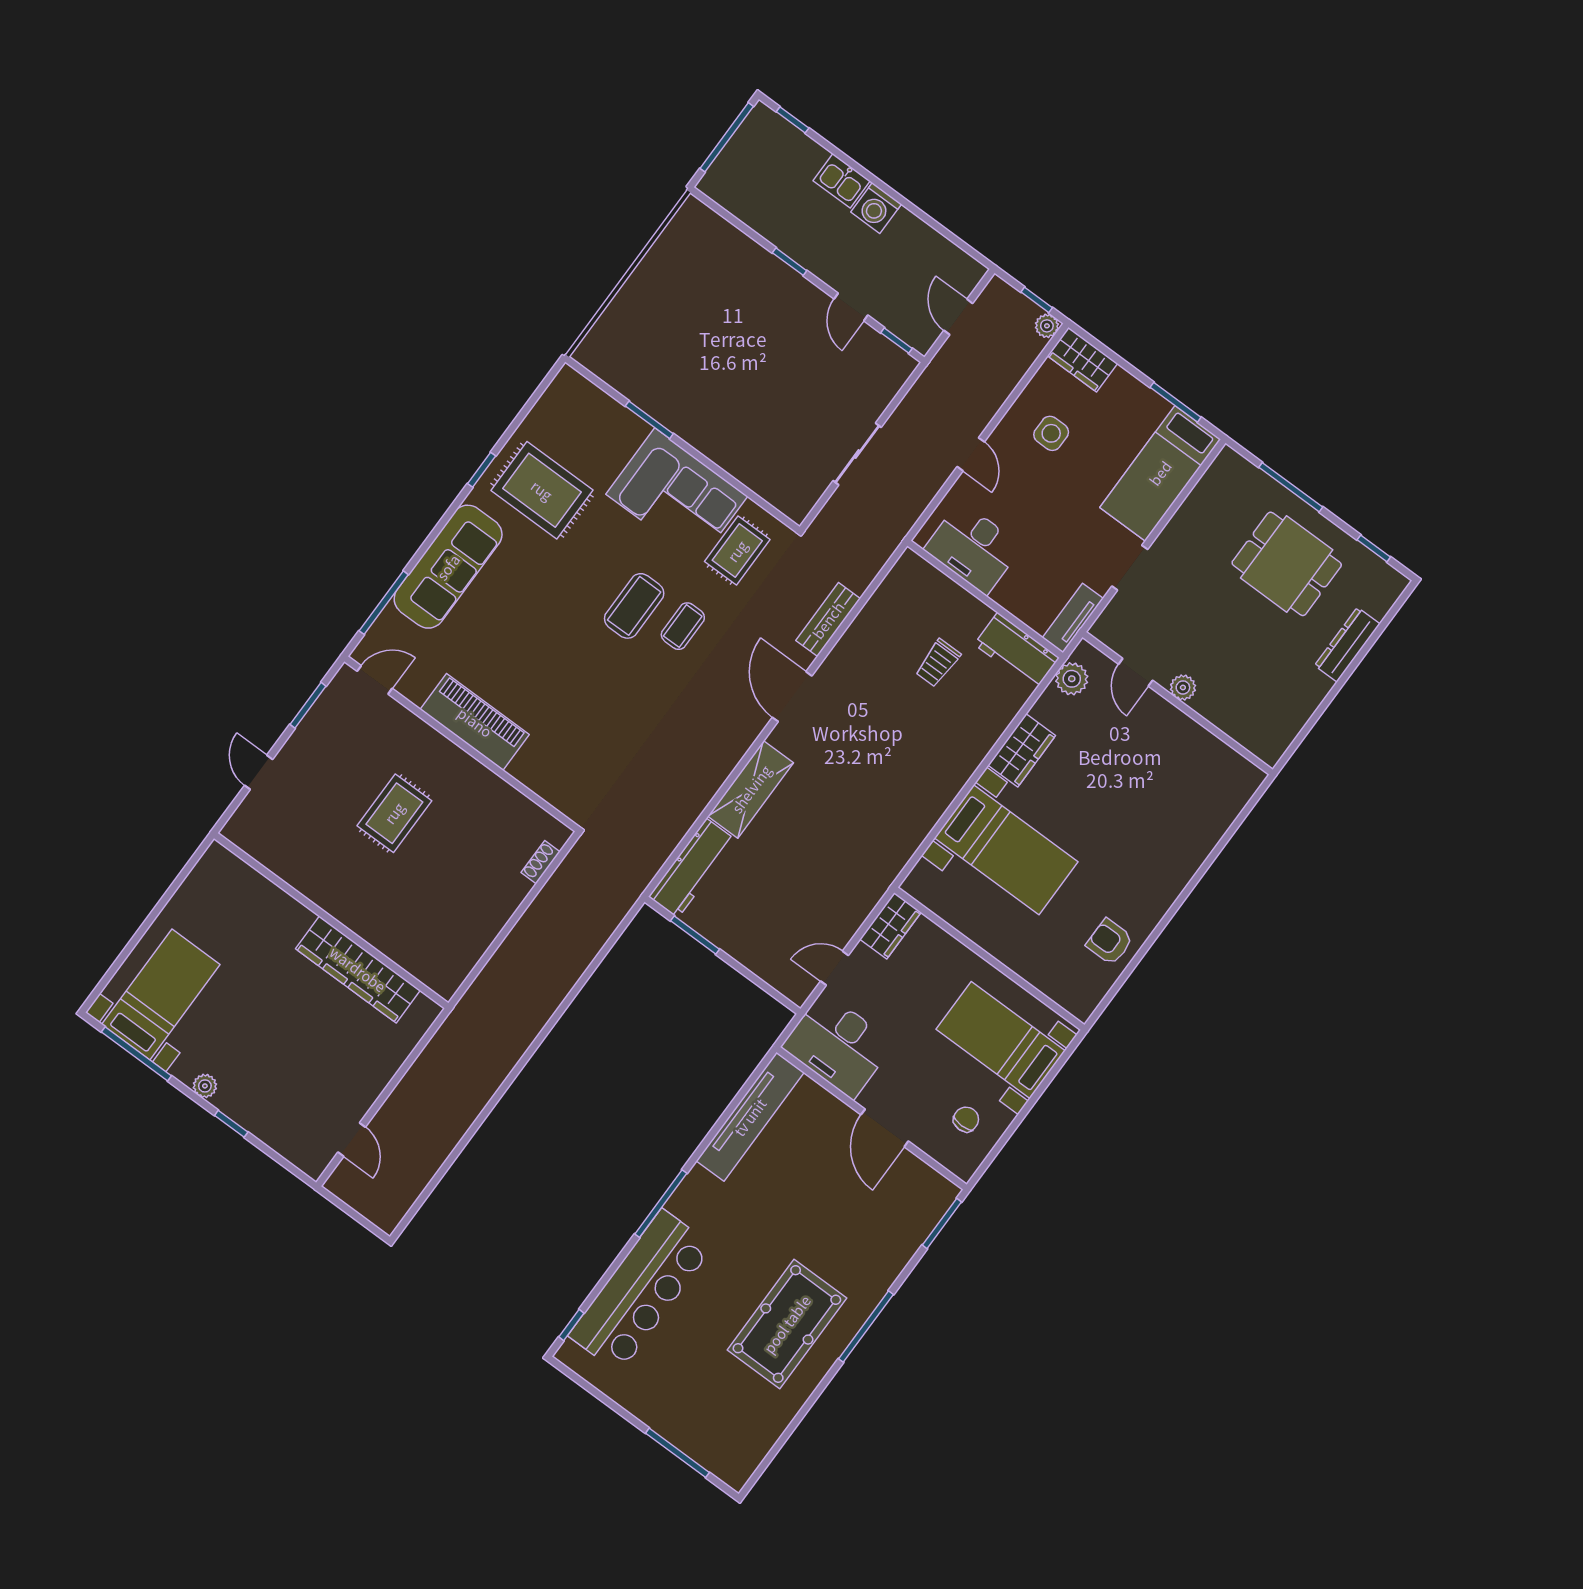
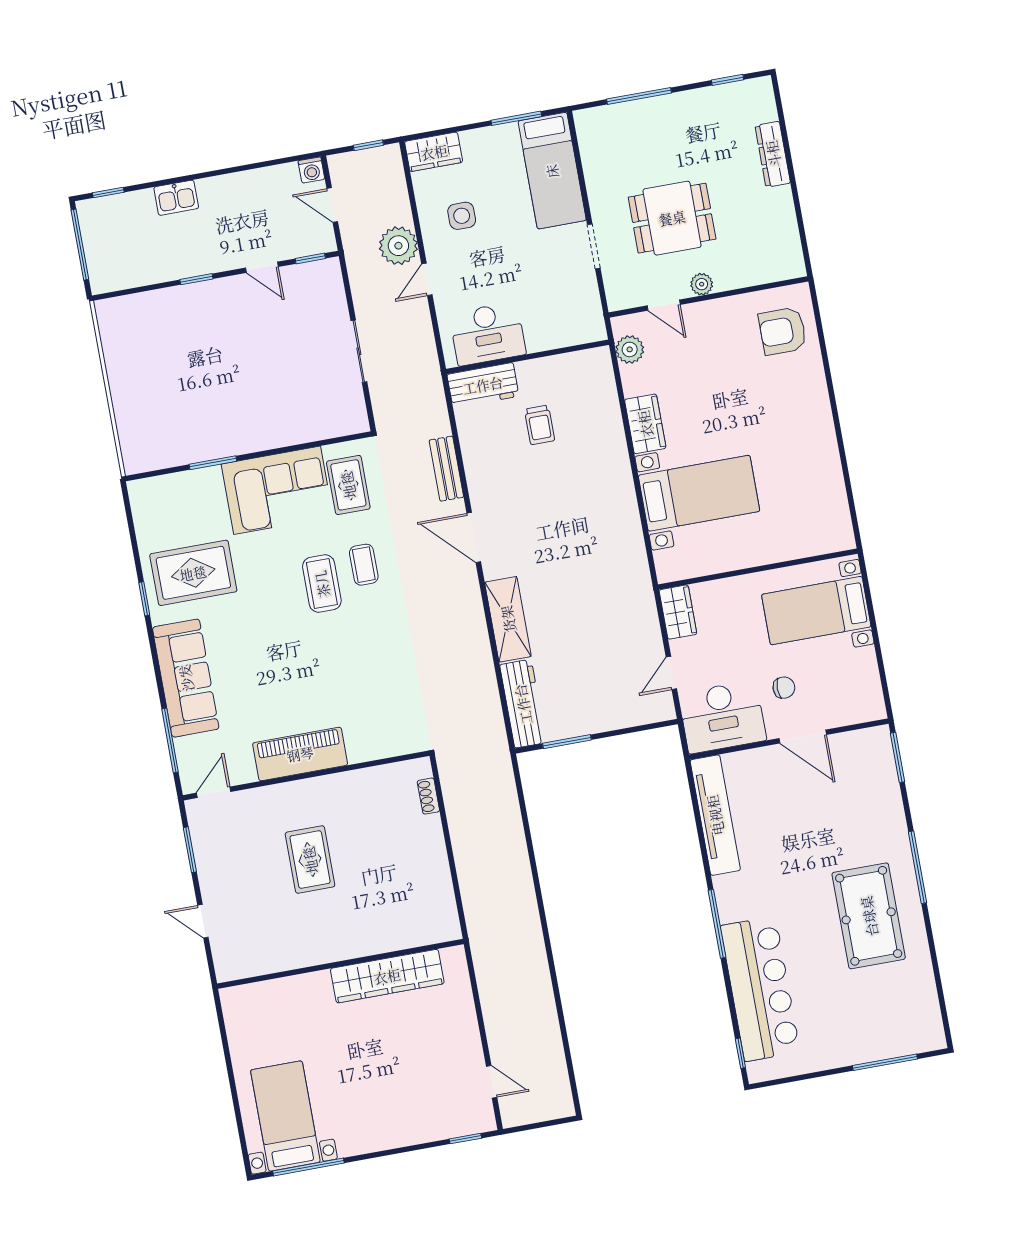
washing machine: (876, 208) -> (311, 170), moved, width x0.73, depth x0.73
plant: (1047, 326) -> (398, 246), moved, width x1.87, depth x1.87
door: (971, 454) -> (427, 279), swing flipped
dining table: (1287, 564) -> (672, 218), moved
tv unit: (1073, 618) -> (592, 312), removed
workbench: (1017, 651) -> (483, 385), moved
armchair: (1110, 942) -> (783, 331), moved, width x1.38, depth x1.38
plant: (205, 1086) -> (370, 1143), removed
chair: (966, 1119) -> (784, 688), moved, turned 90
window: (231, 1124) -> (465, 1139), moved

